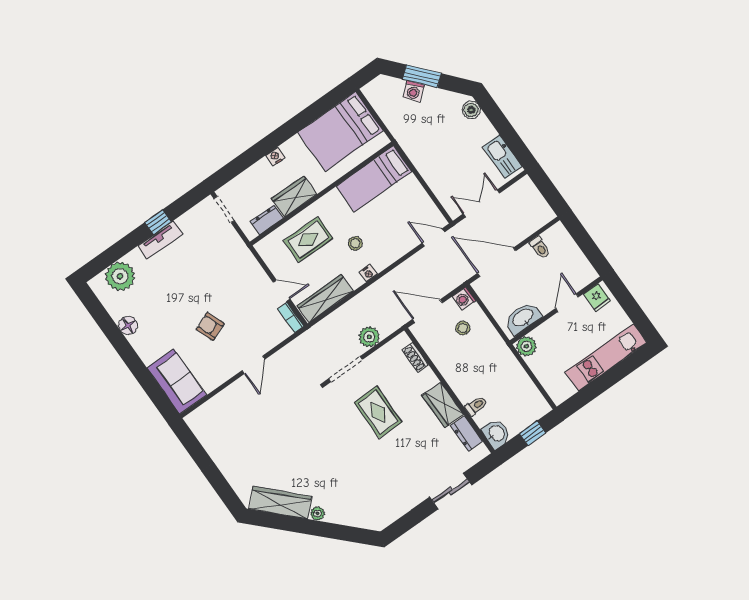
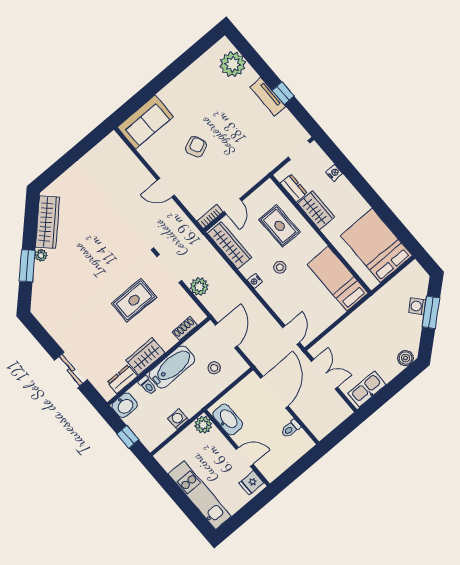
nightstand: (275, 157) -> (334, 173), moved
washing machine: (464, 299) -> (178, 419), moved
floor lamp: (128, 325) -> (190, 75), removed
bathtub: (458, 376) -> (172, 367), added
window: (328, 530) -> (27, 266), added

